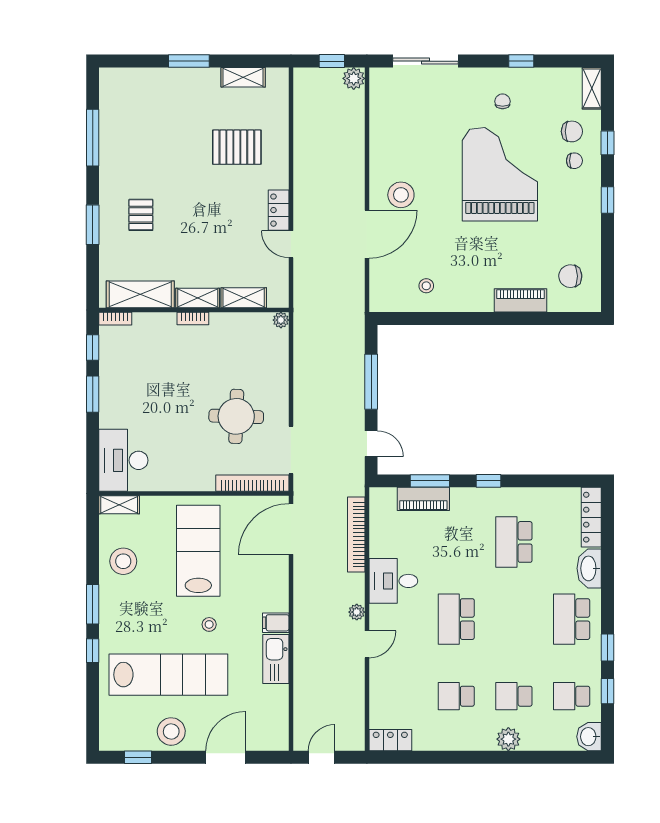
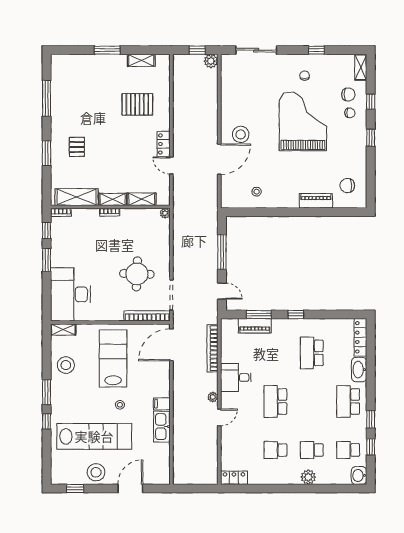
desk: (123, 460) -> (71, 294), width x1.36, depth x1.30
door: (322, 757) -> (191, 488), removed

